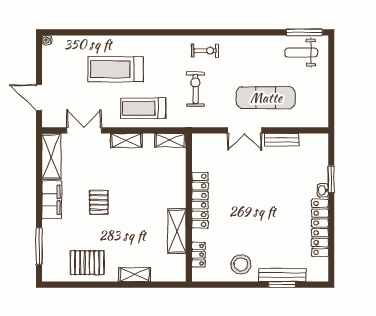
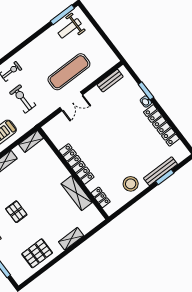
bench: (282, 140) -> (110, 81), moved

